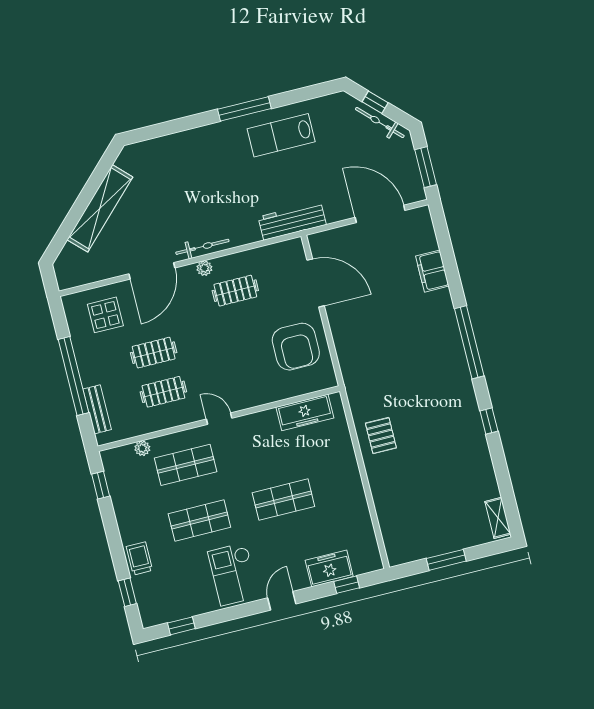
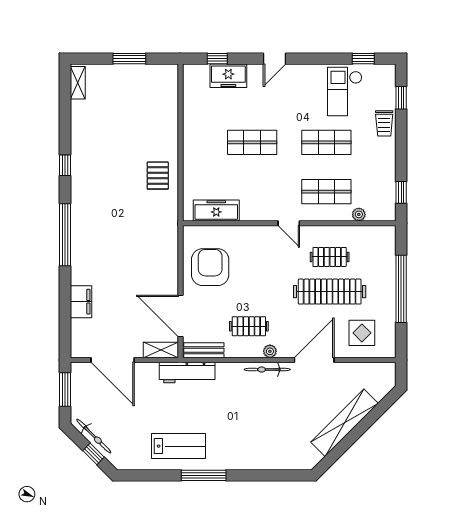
shelving: (328, 239) -> (161, 350), added
clothes rail: (154, 353) -> (330, 292), width x1.86, depth x1.31
bench: (97, 409) -> (204, 350), moved, turned 90
checkout: (233, 574) -> (345, 91), moved, turned 180

